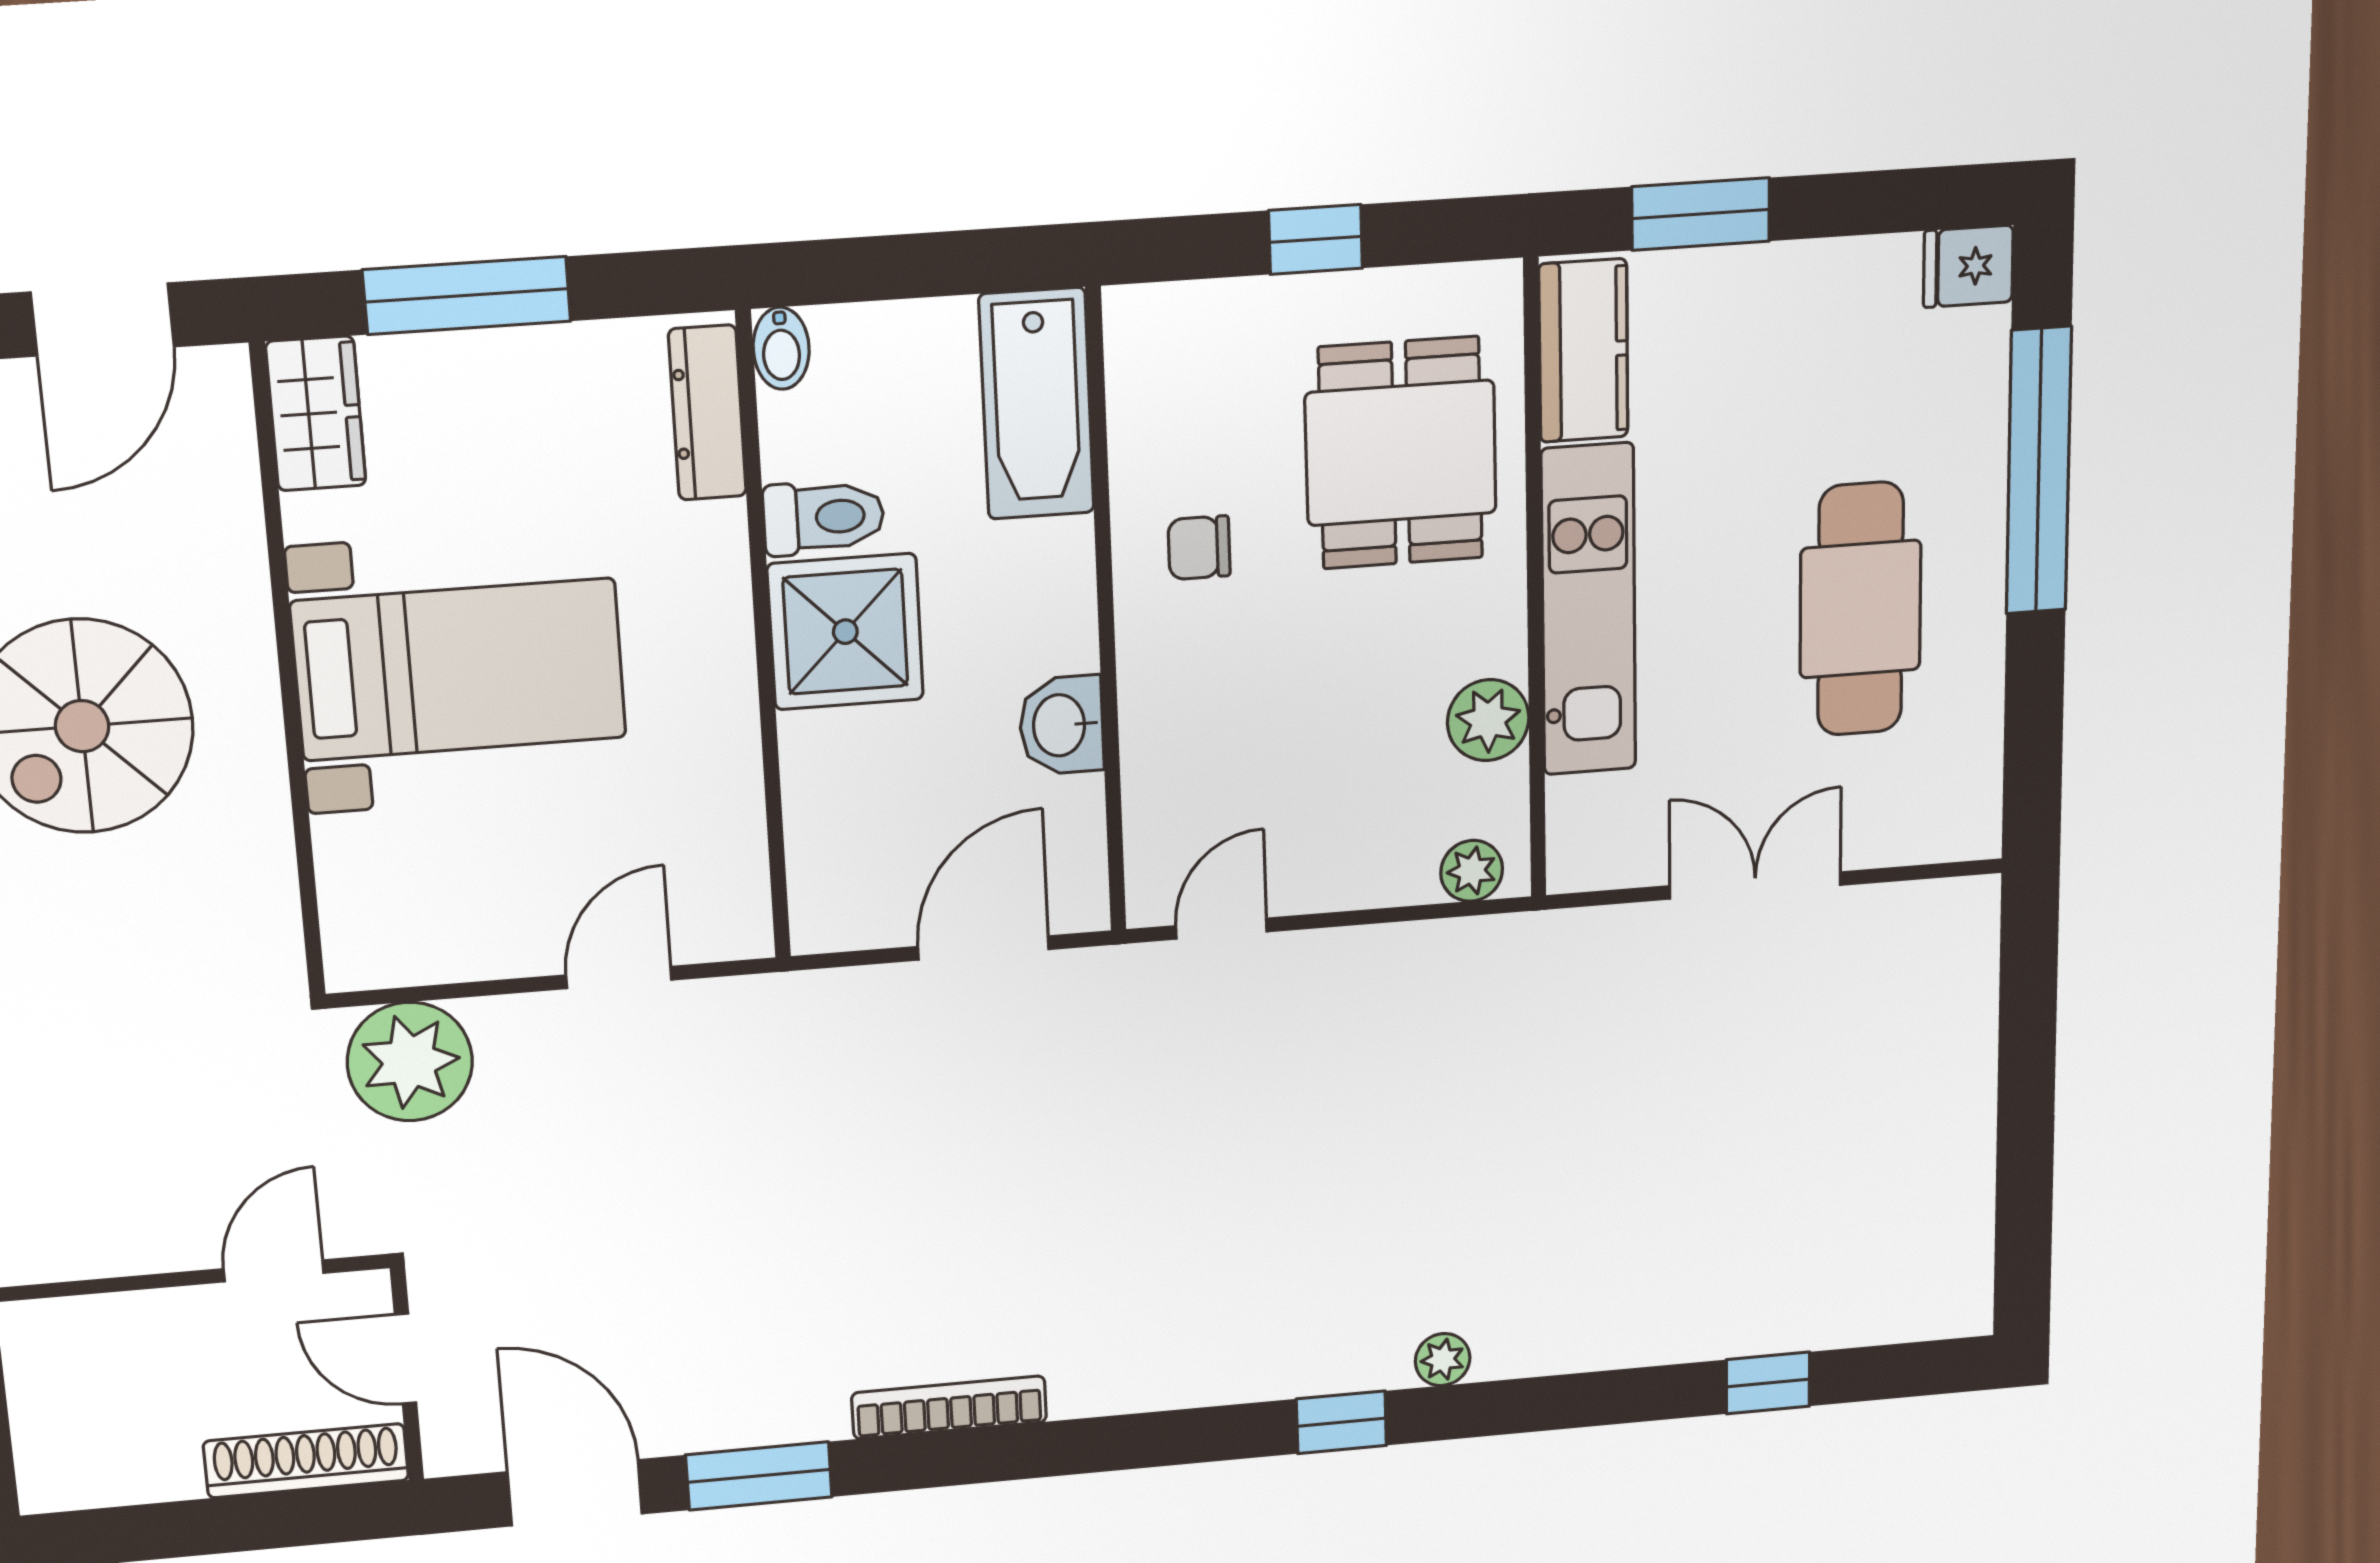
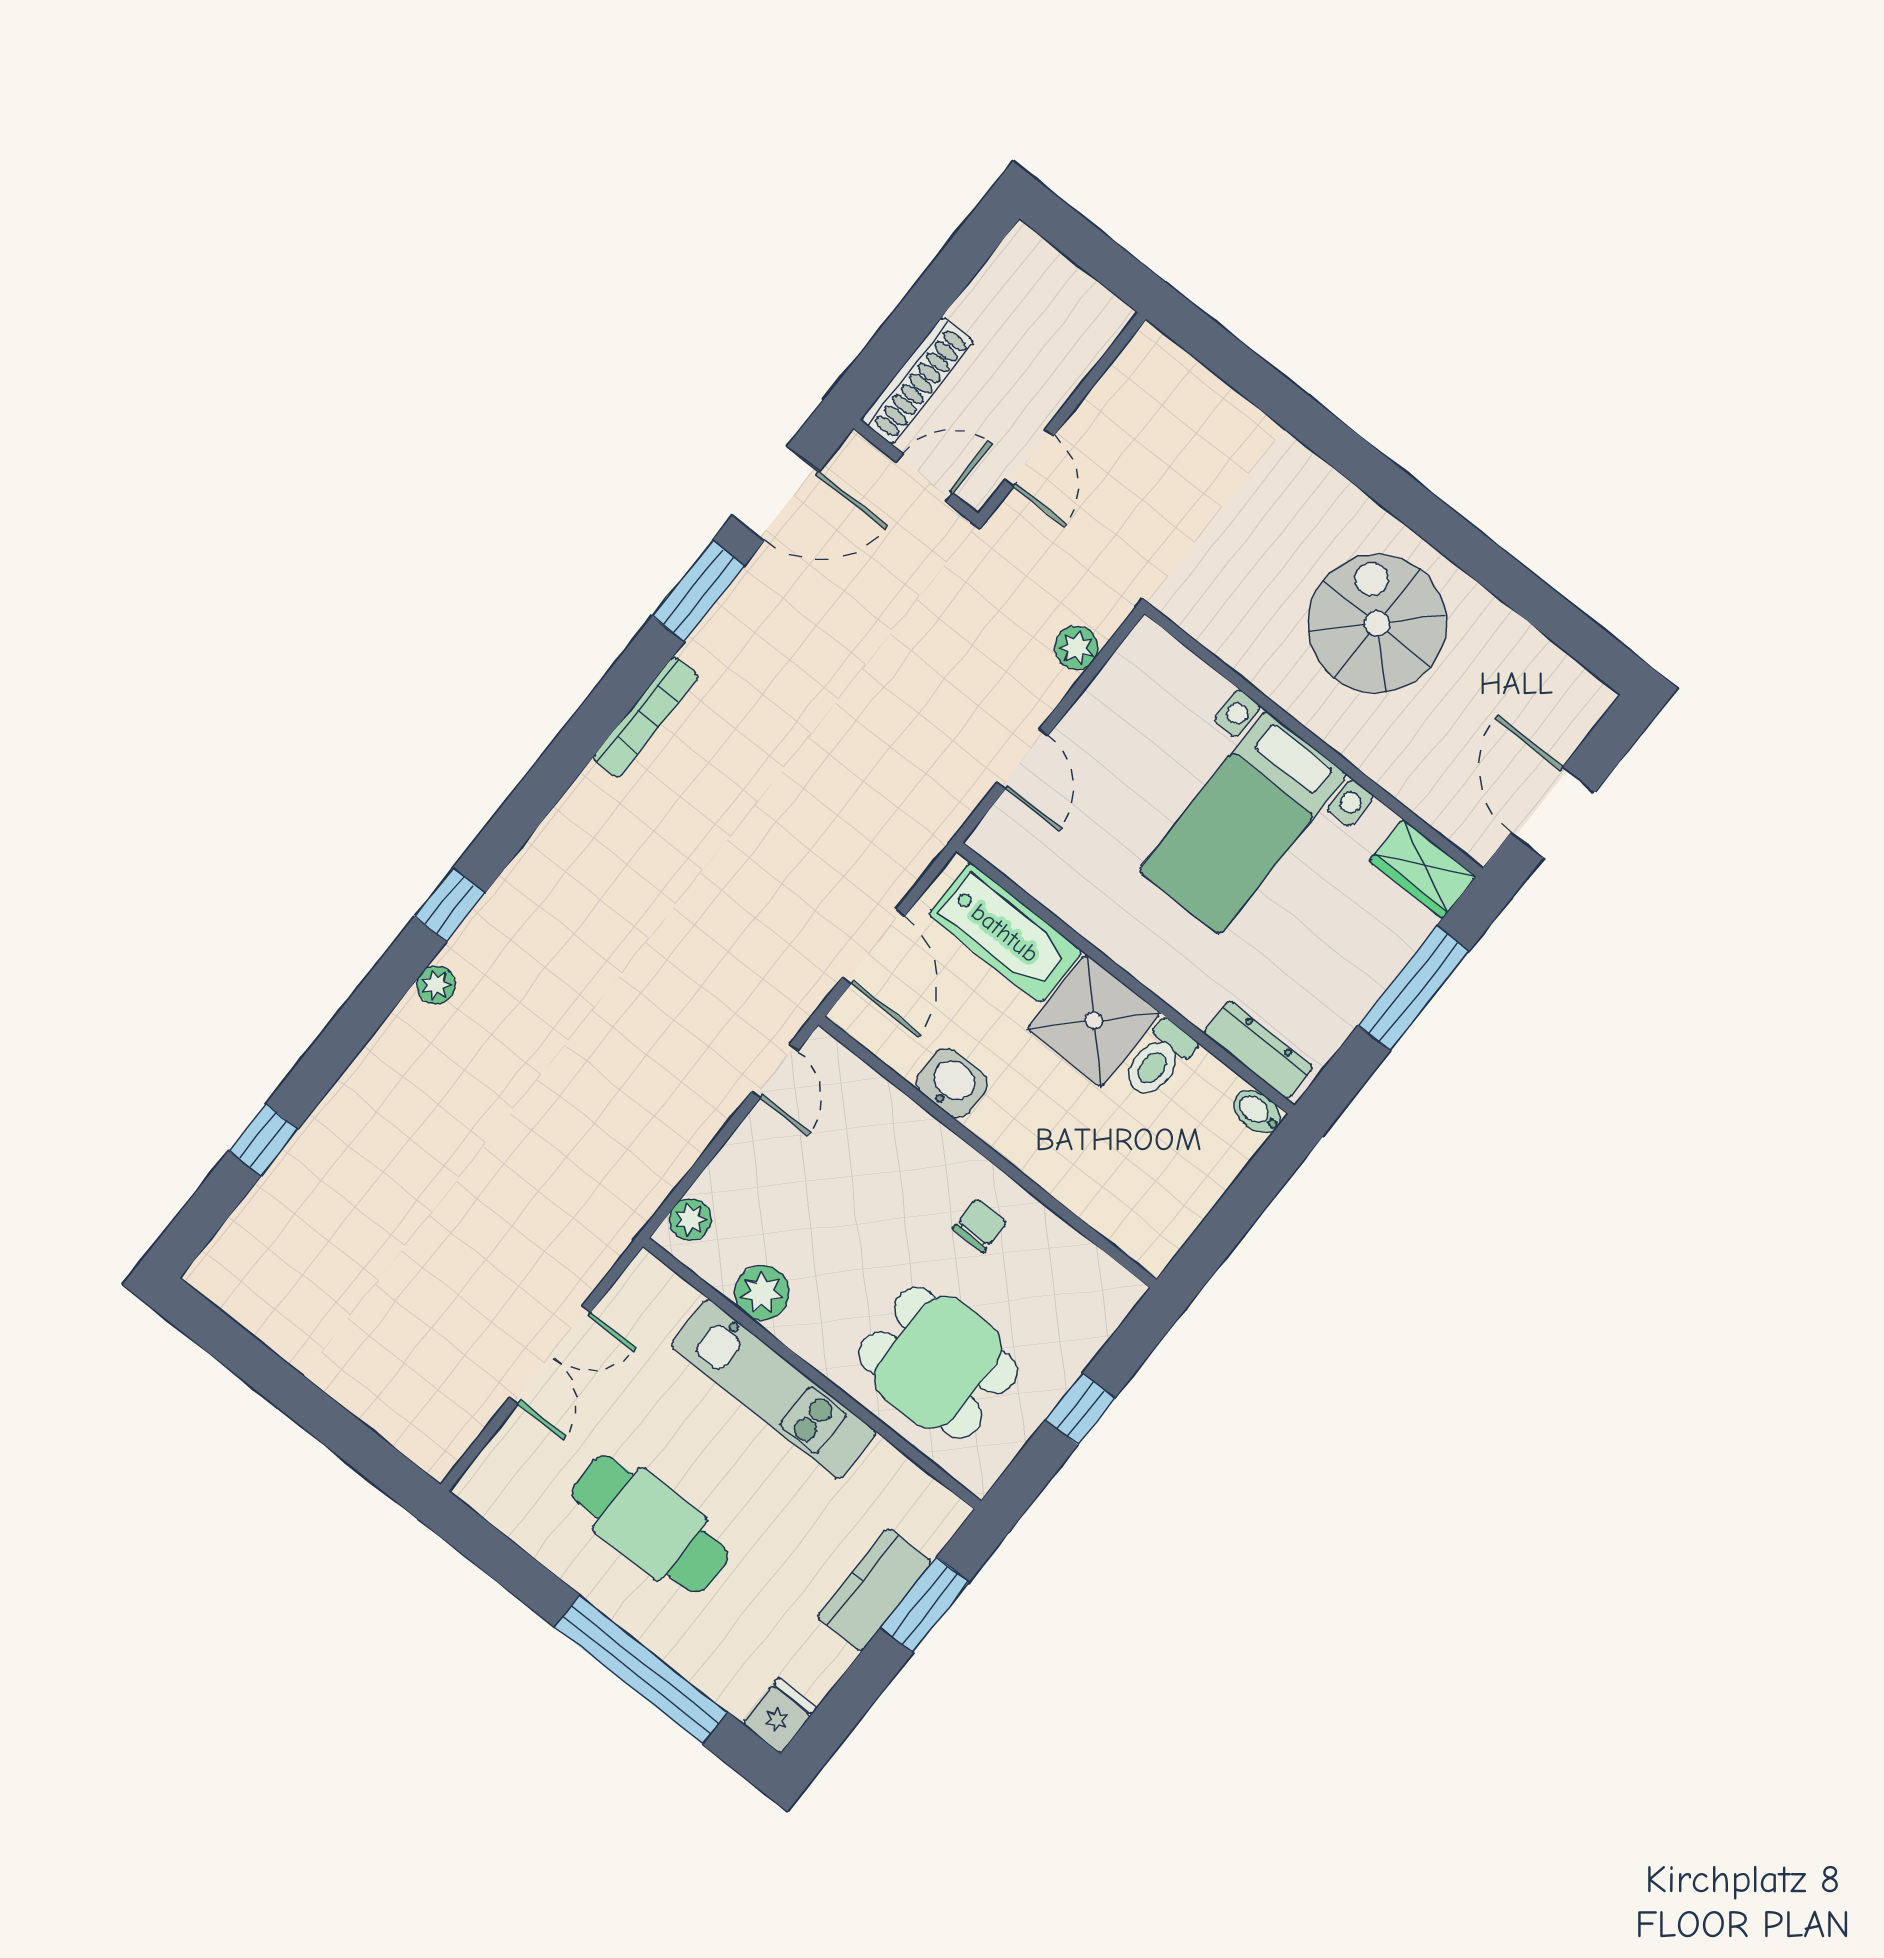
kitchen counter: (1583, 351) -> (875, 1590), moved, turned 90
bathtub: (1037, 404) -> (1005, 933), moved, turned 180
plant: (410, 1062) -> (1076, 648), width x0.53, depth x0.53

